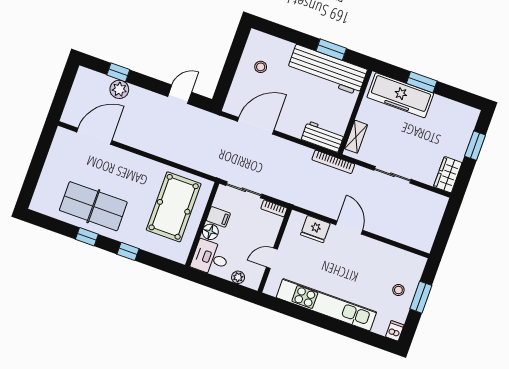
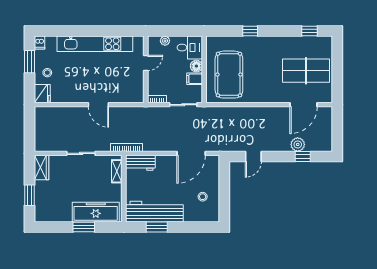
table tennis table: (93, 206) -> (306, 71), moved
fridge: (315, 229) -> (42, 94), moved, turned 90
window: (87, 237) -> (309, 31), moved
window: (421, 297) -> (29, 62), moved

